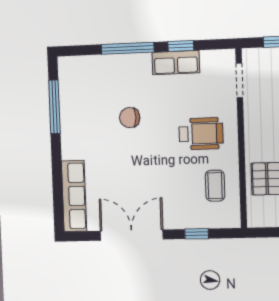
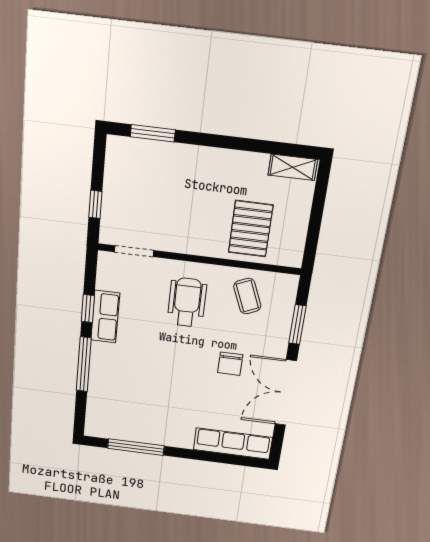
chair: (130, 118) -> (230, 364), moved
coffee table: (215, 186) -> (247, 296), turned 67
window: (197, 234) -> (297, 325), width x1.50

